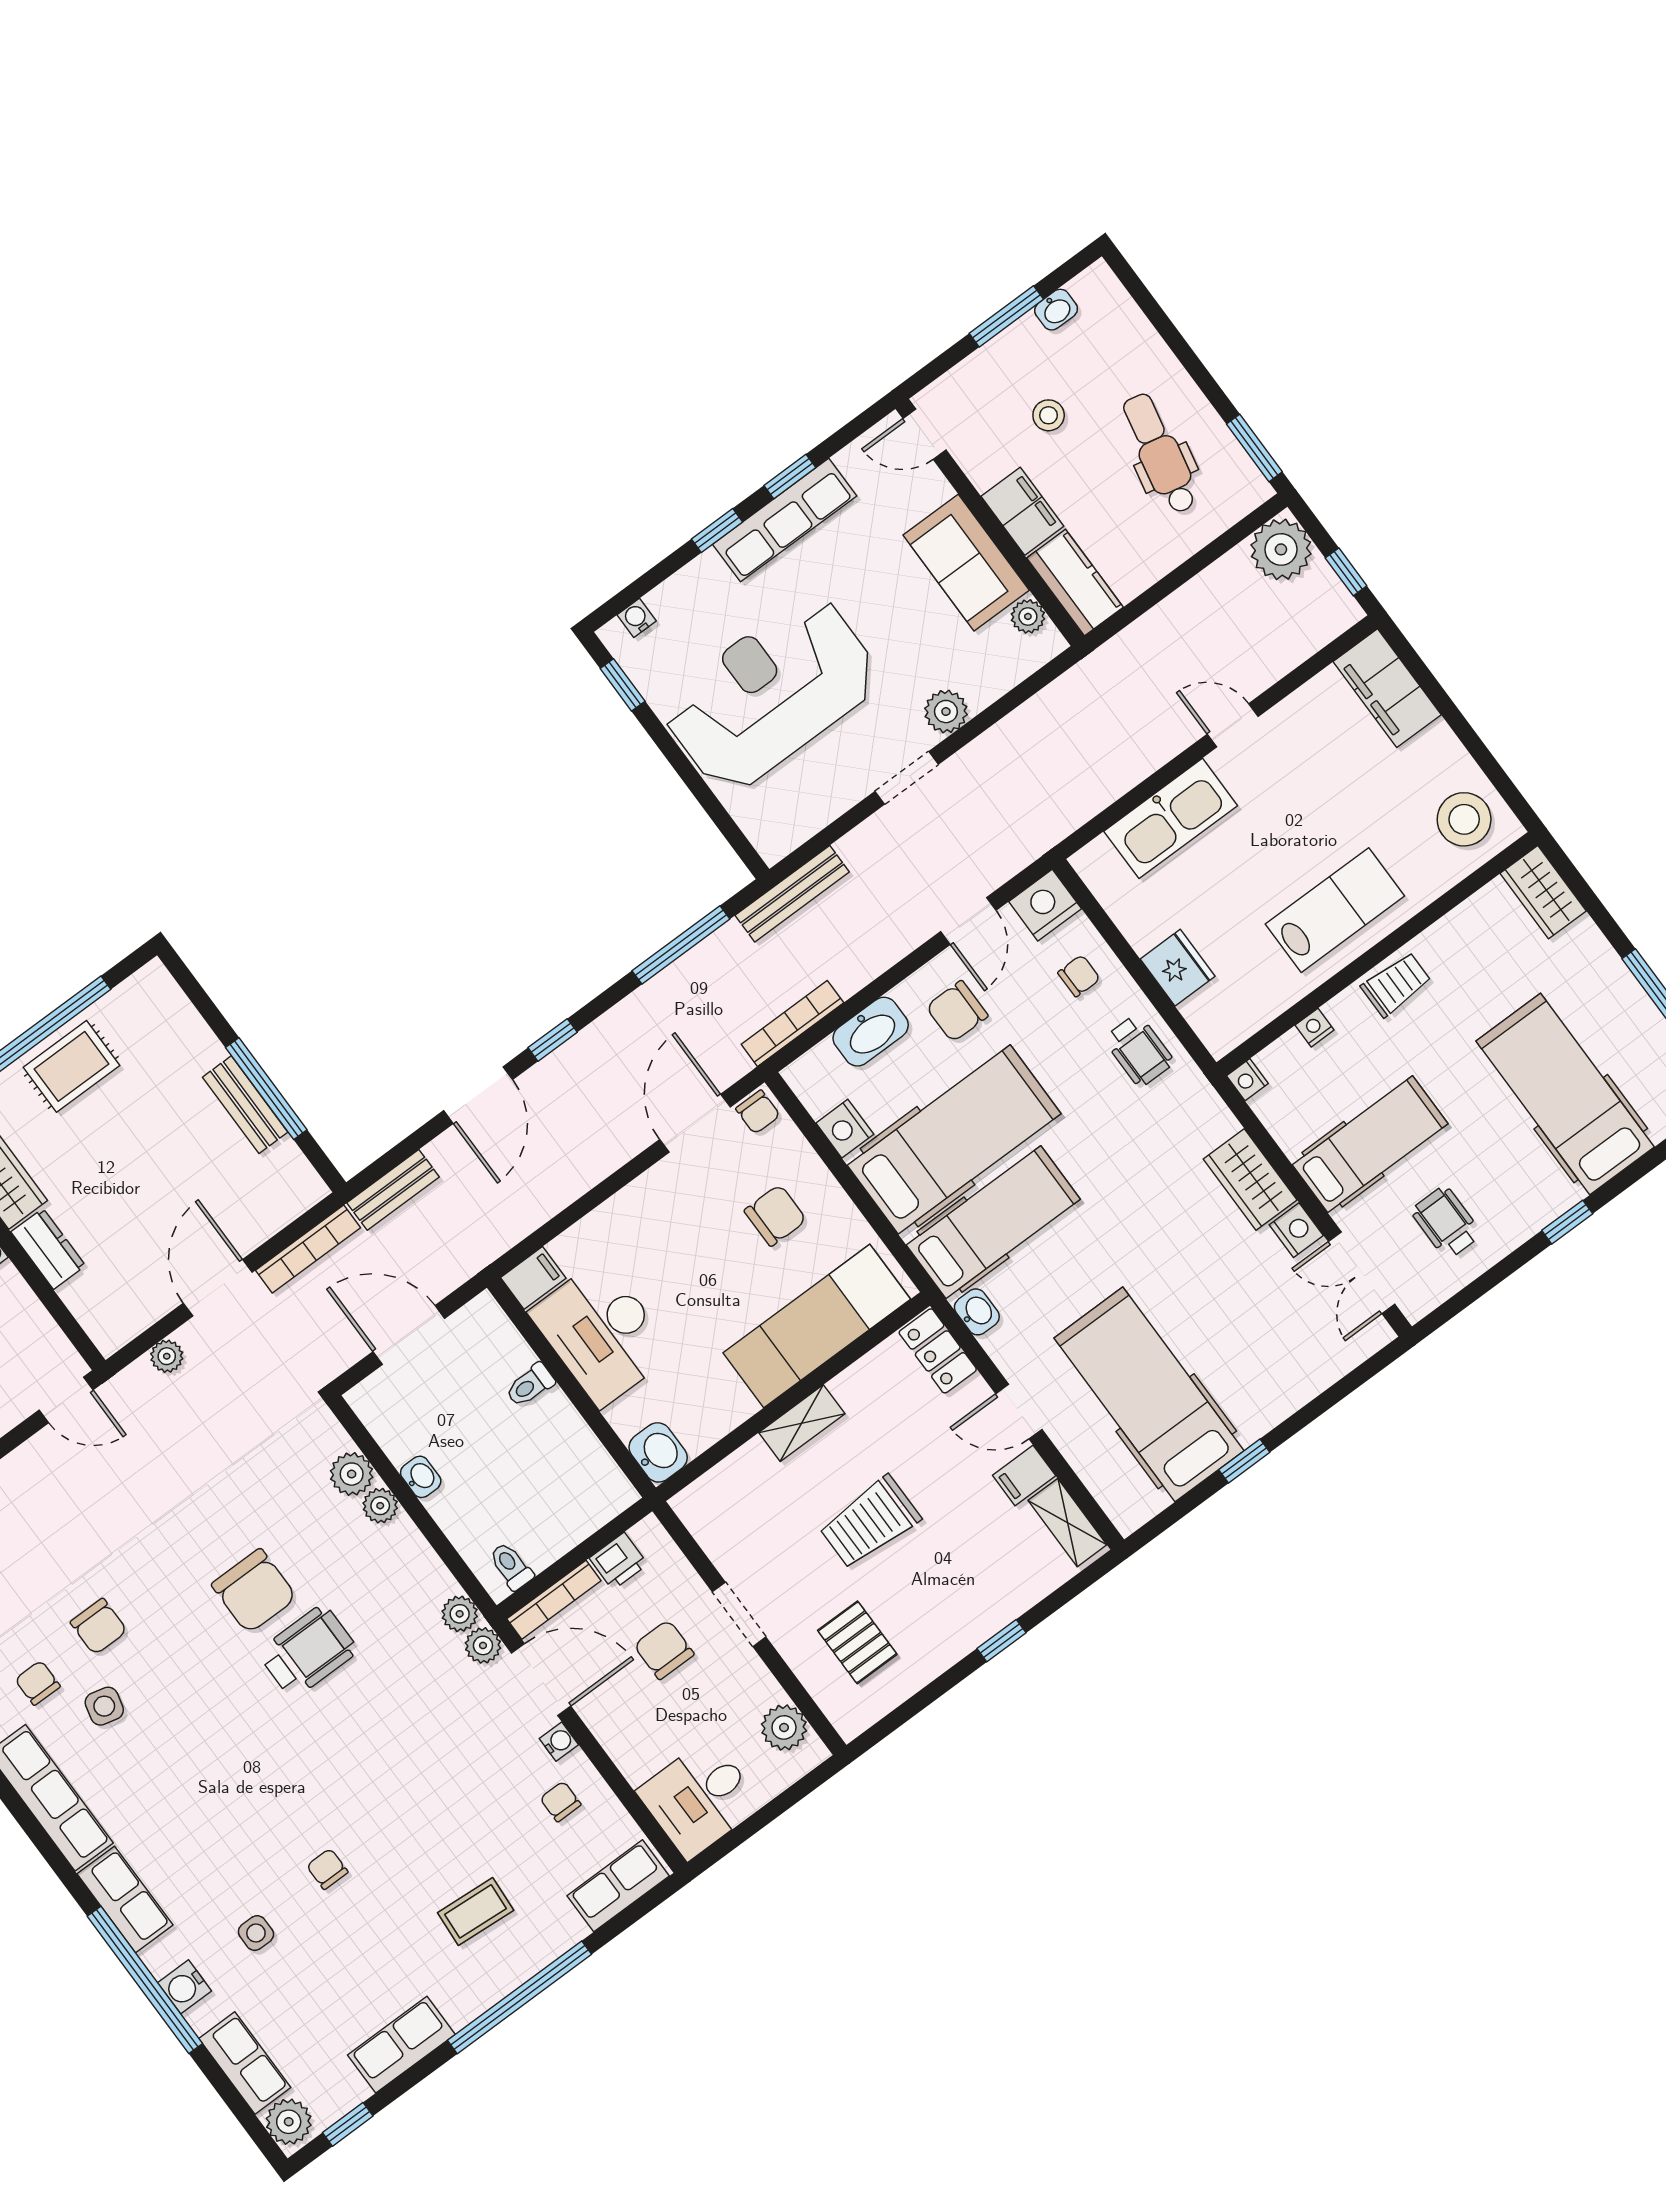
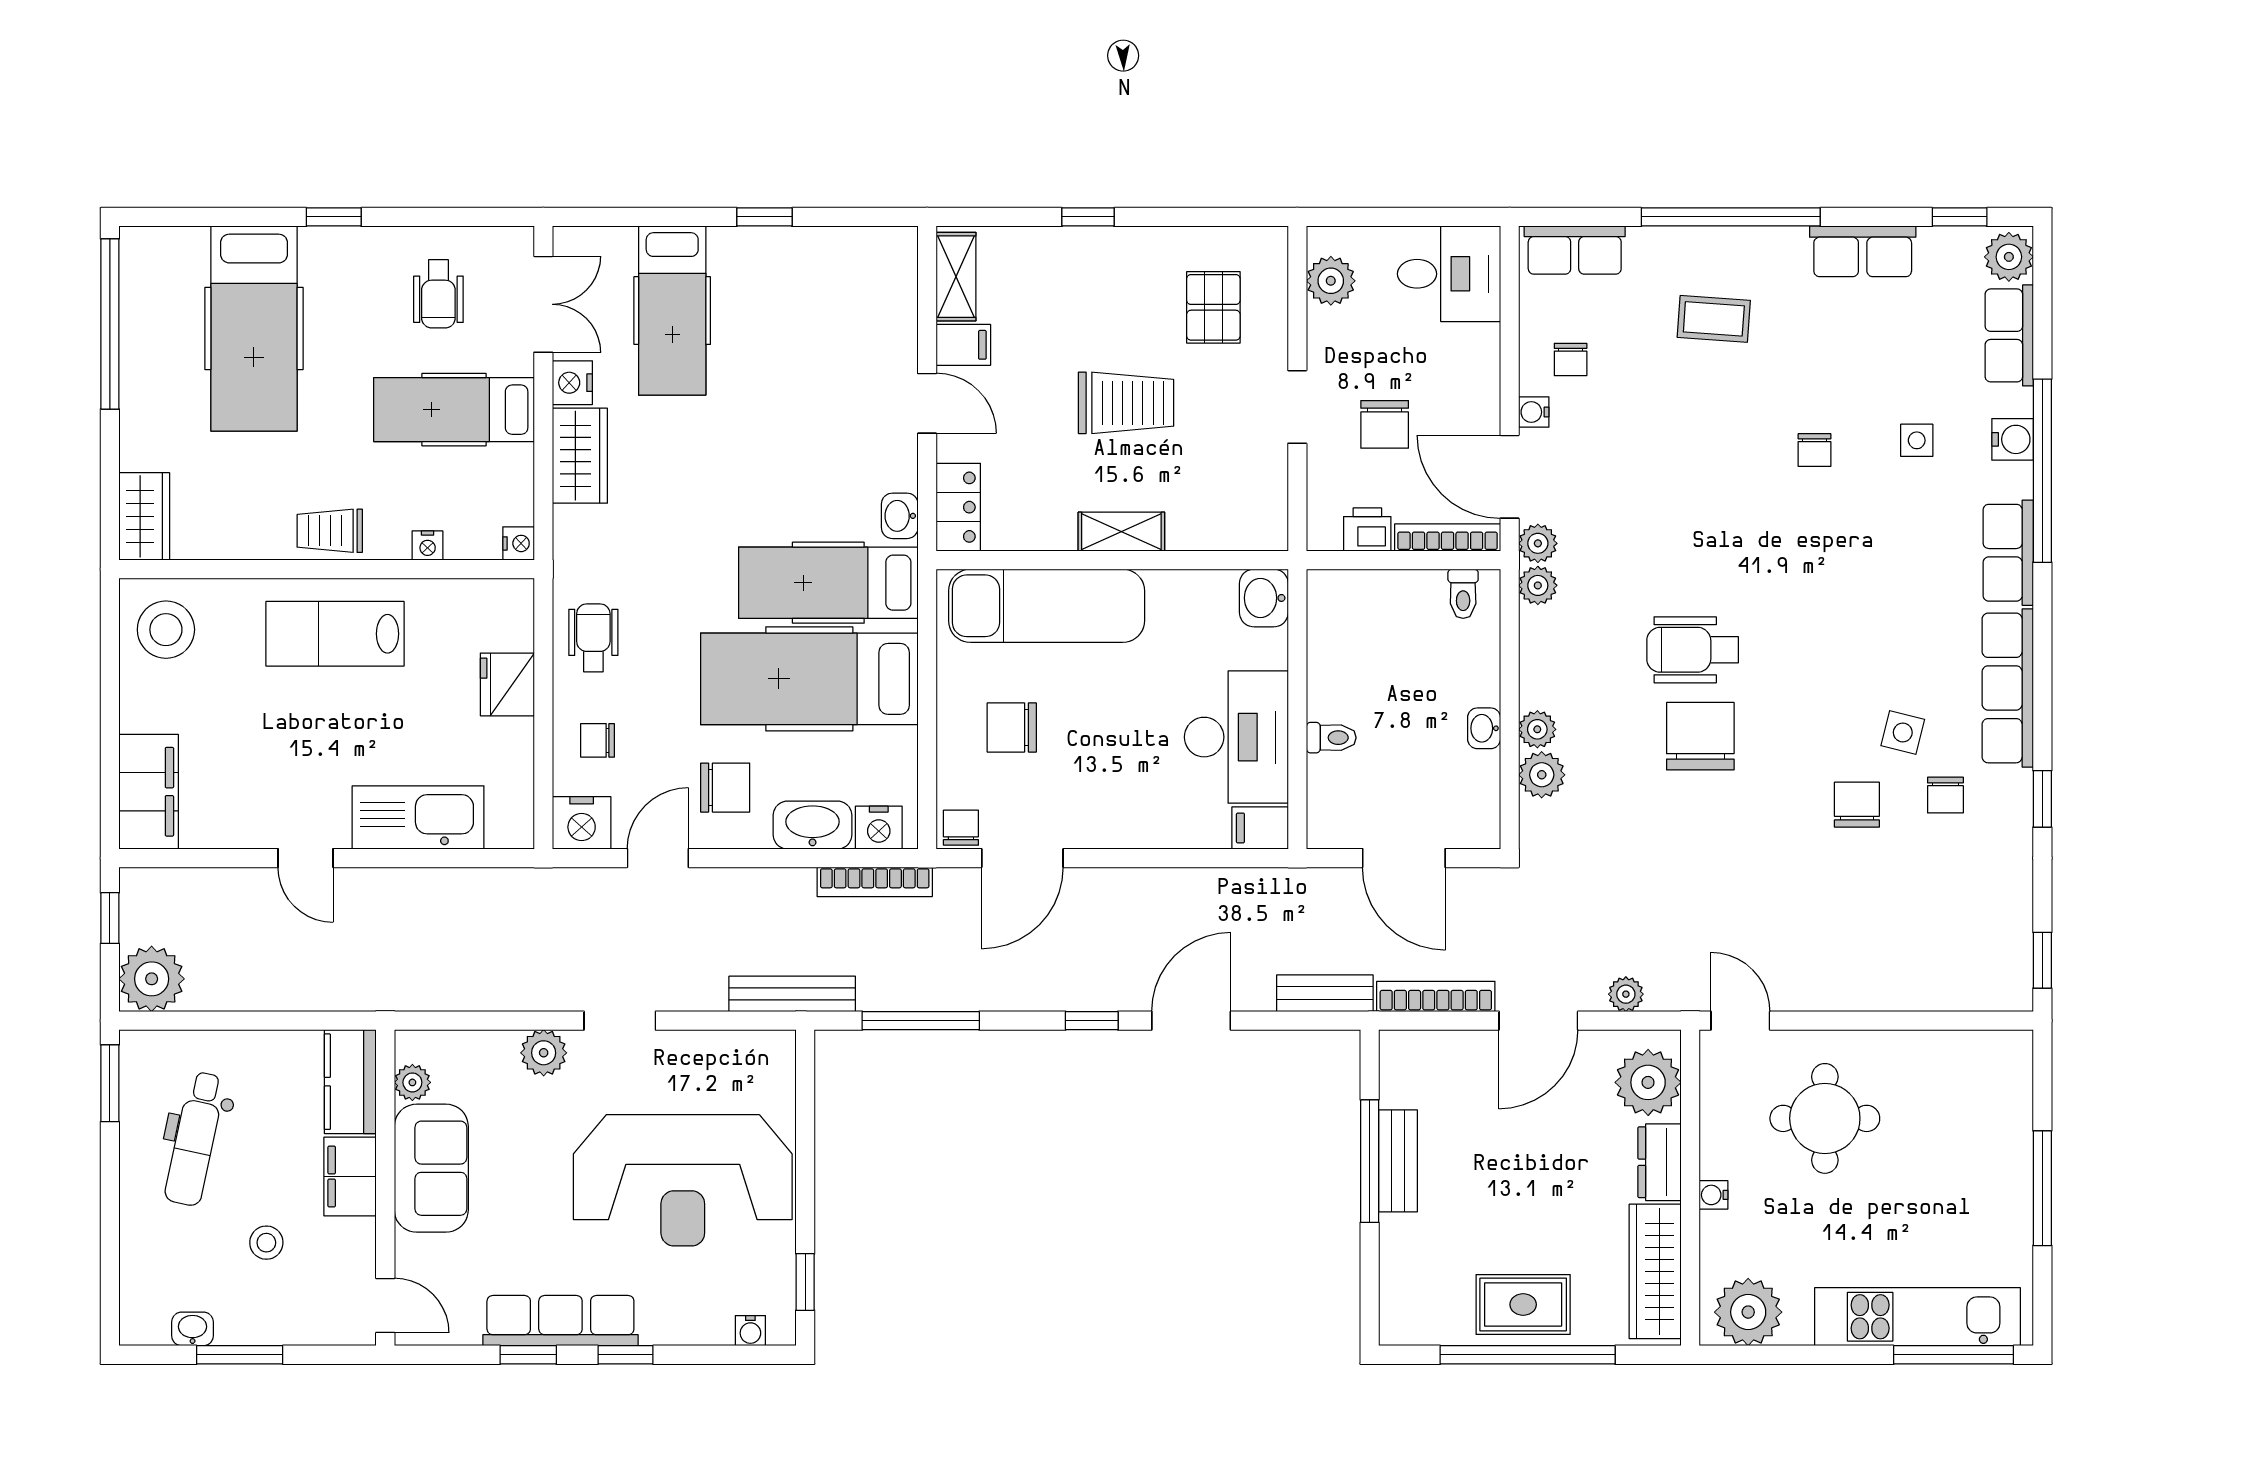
nightstand: (845, 1129) -> (879, 828), moved, turned 90
plant: (101, 1302) -> (1648, 1082), added
hospital bed: (1149, 1394) -> (672, 311), moved, width x0.73, depth x0.78

